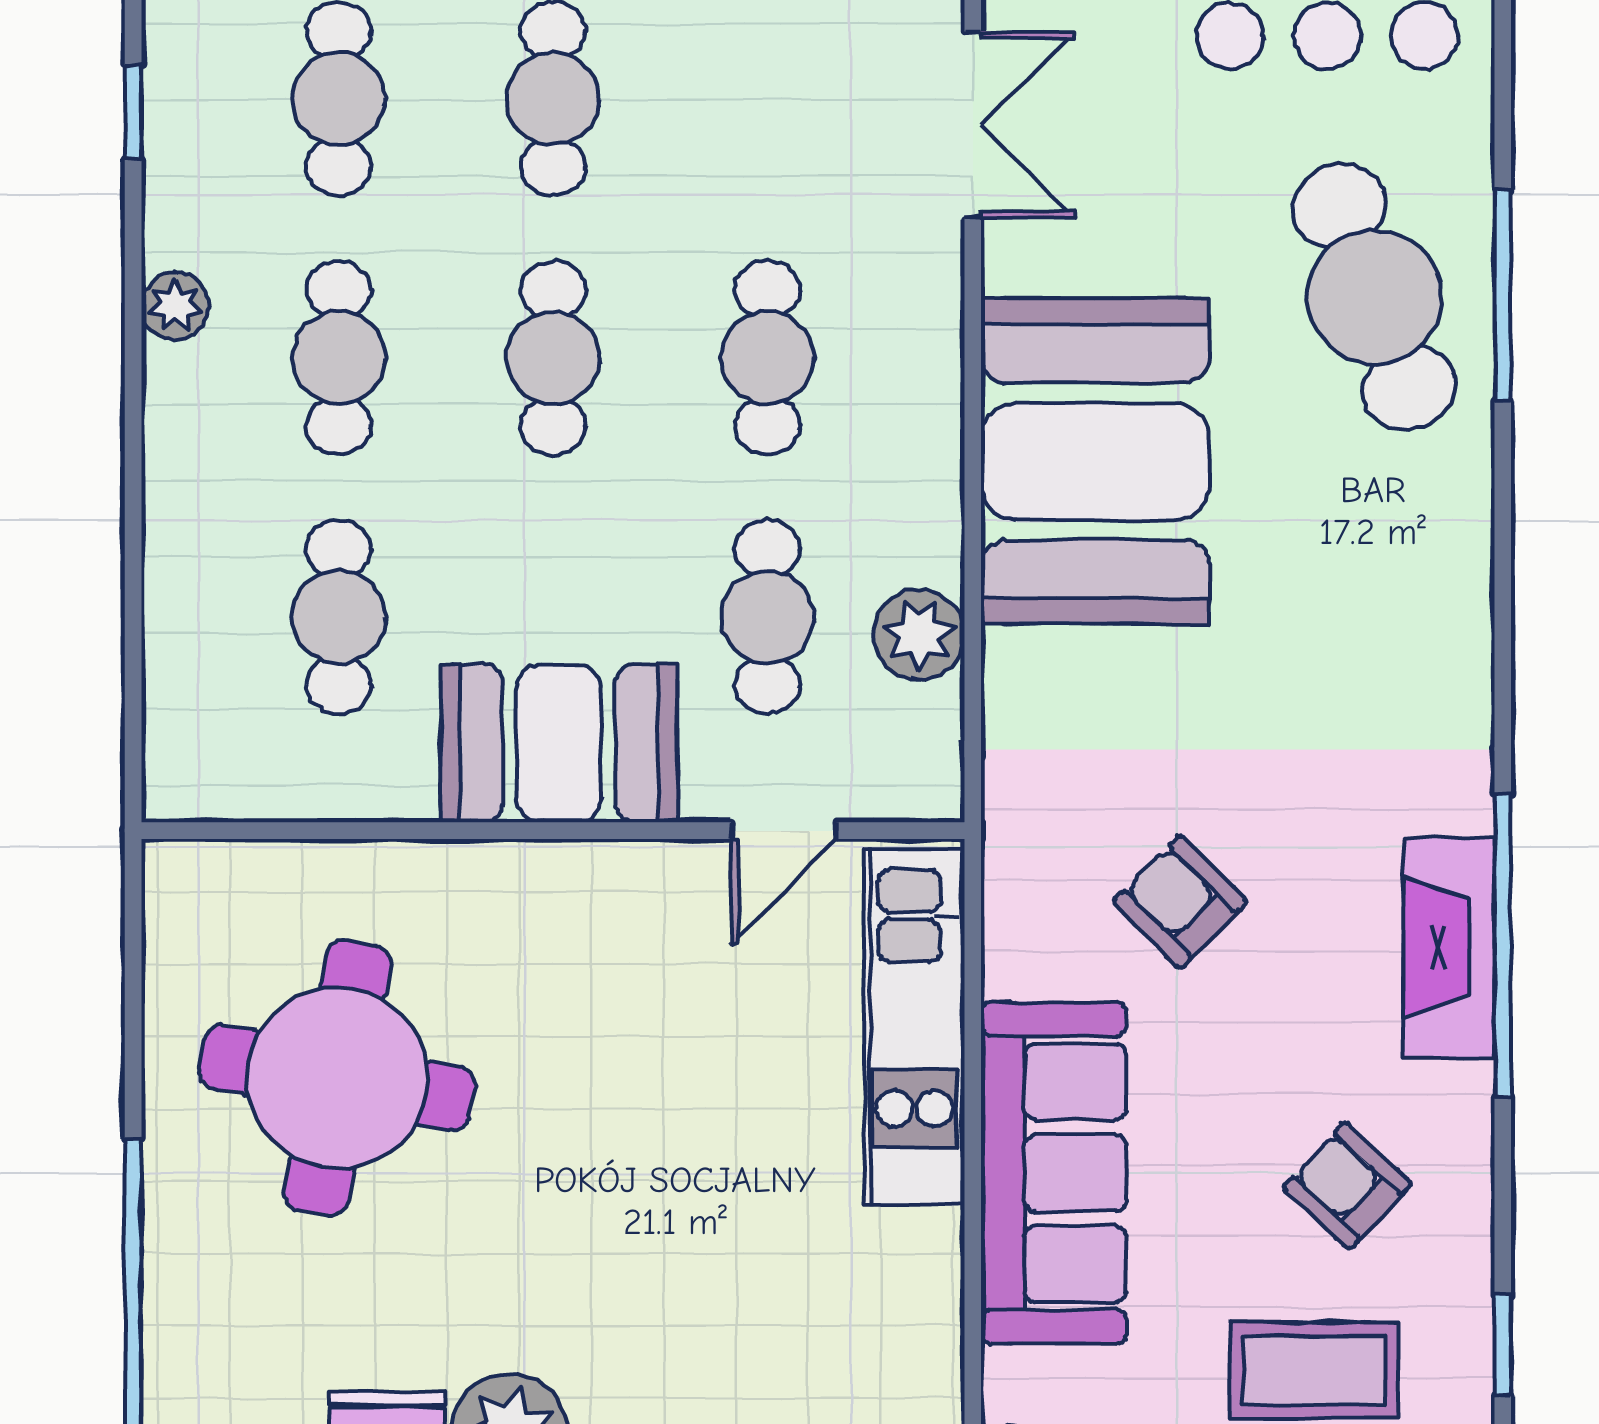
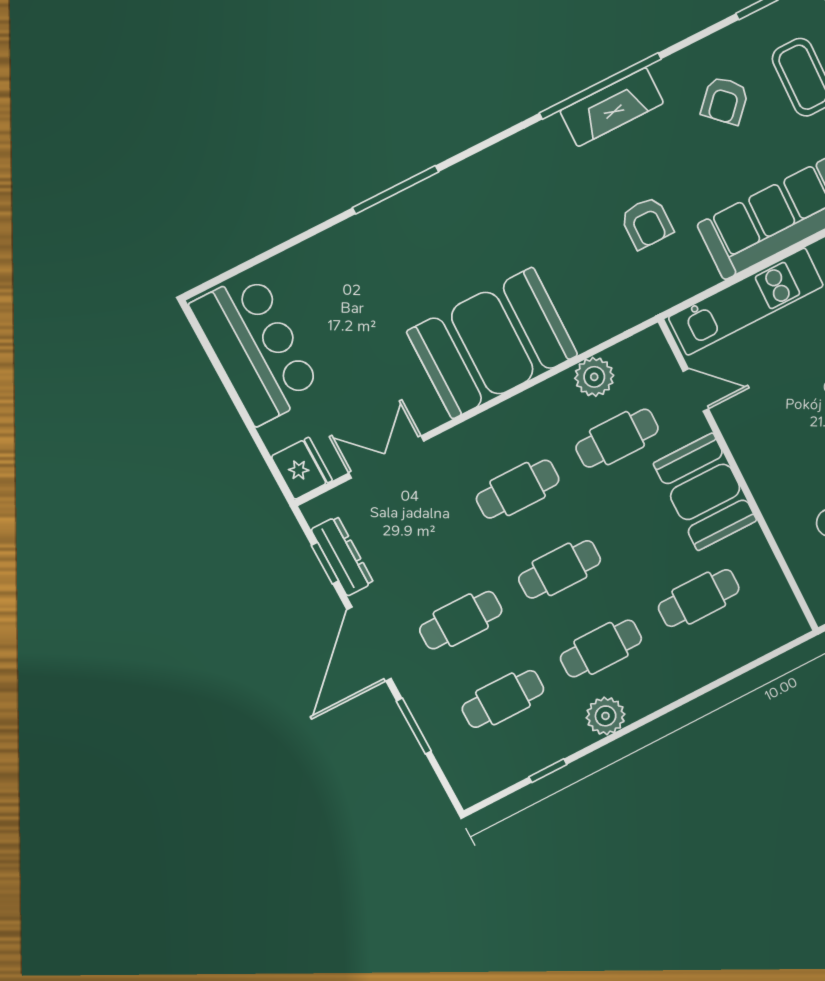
window: (1503, 295) -> (396, 190), moved
cafe table: (1374, 297) -> (371, 267), removed
plant: (175, 306) -> (606, 716), width x1.38, depth x1.38
armchair: (1180, 902) -> (647, 223), turned -45

